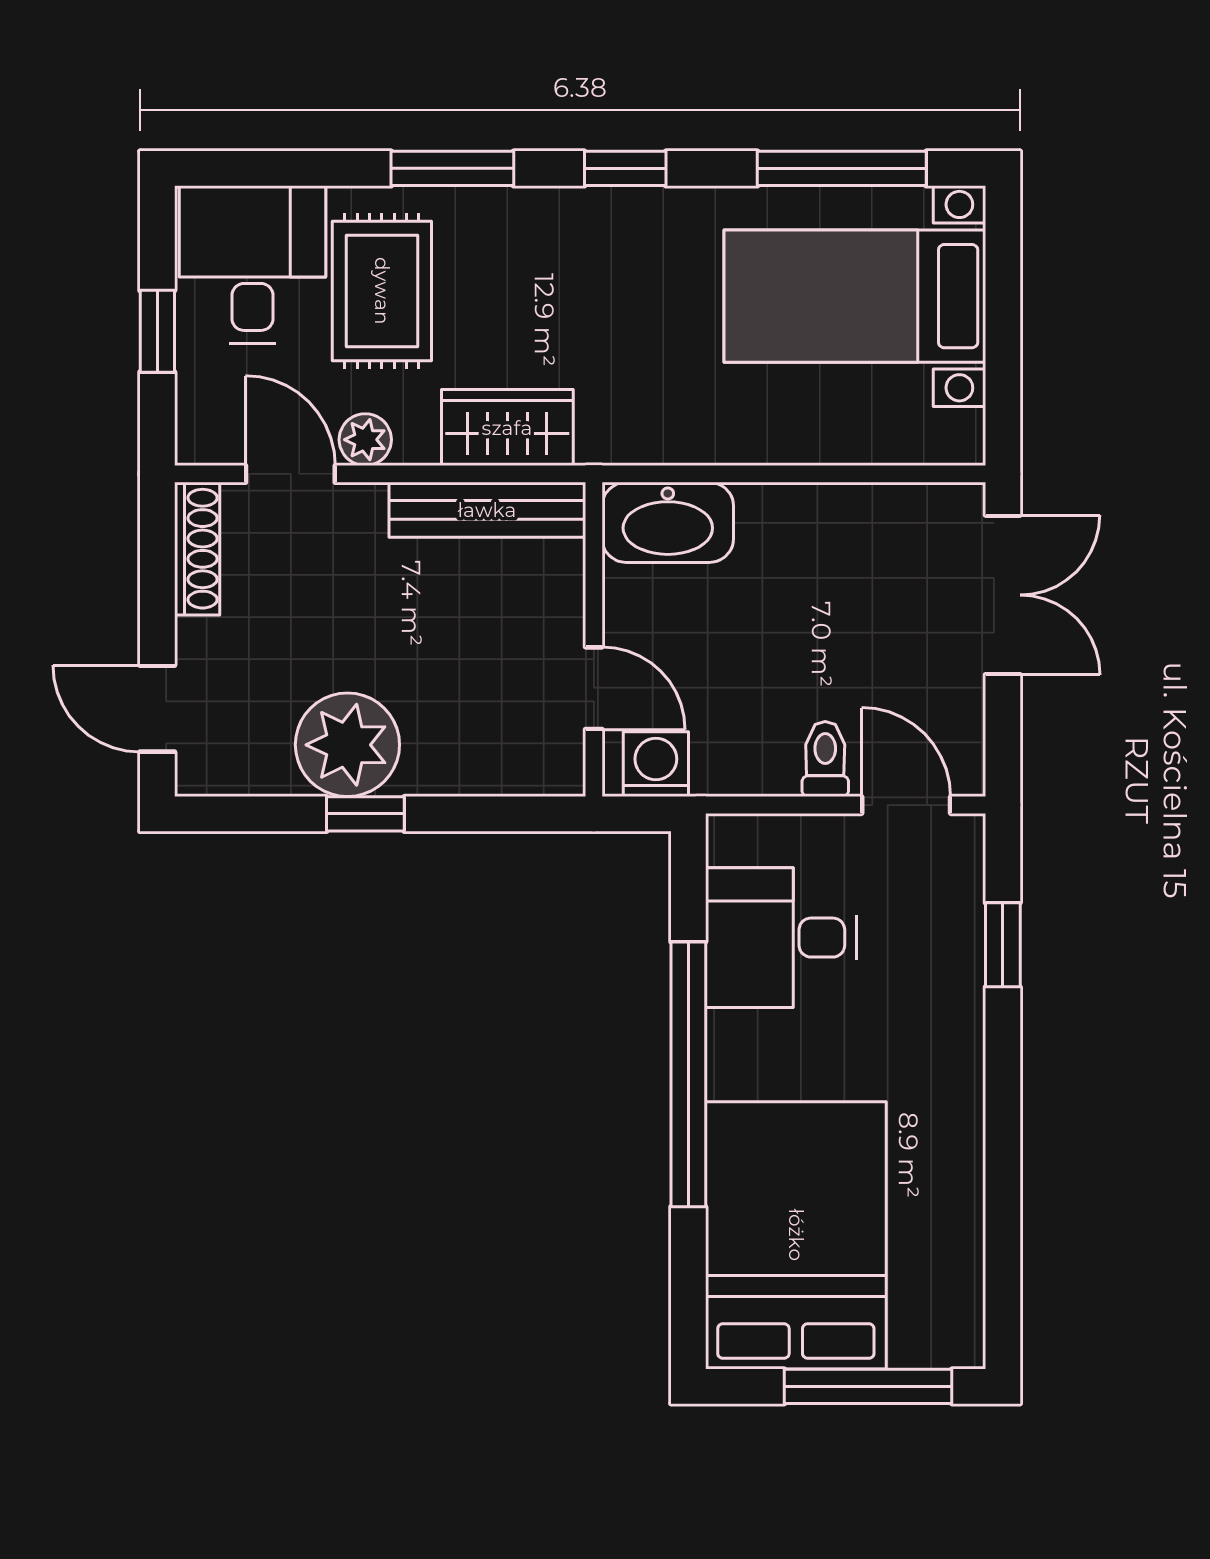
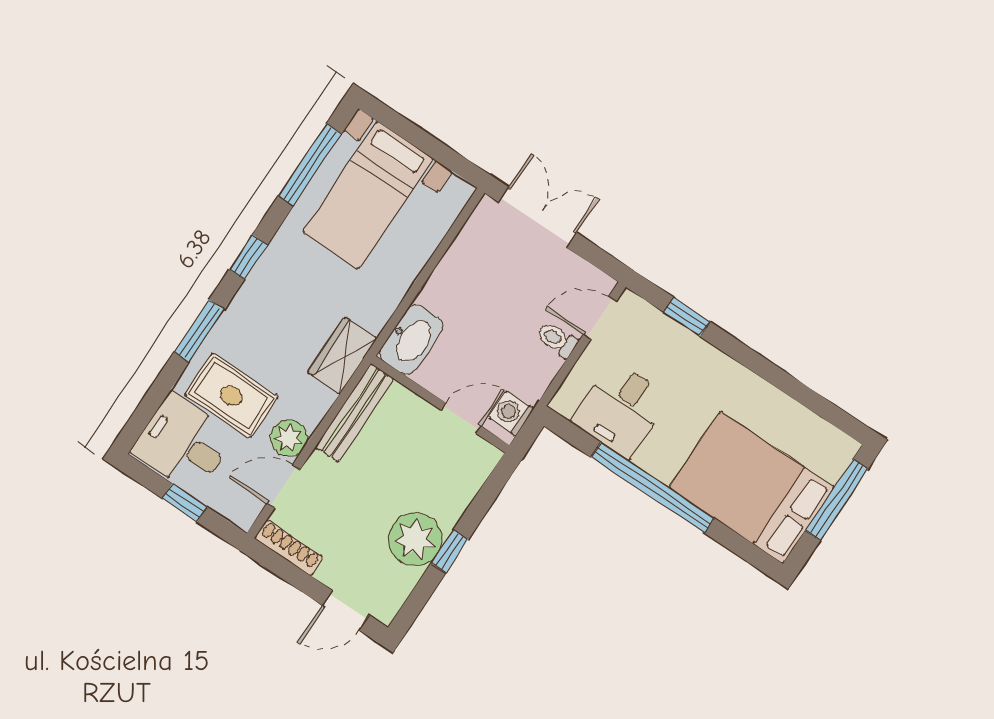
wardrobe: (507, 428) -> (342, 355), moved
plant: (365, 440) -> (289, 438), width x1.38, depth x1.38

